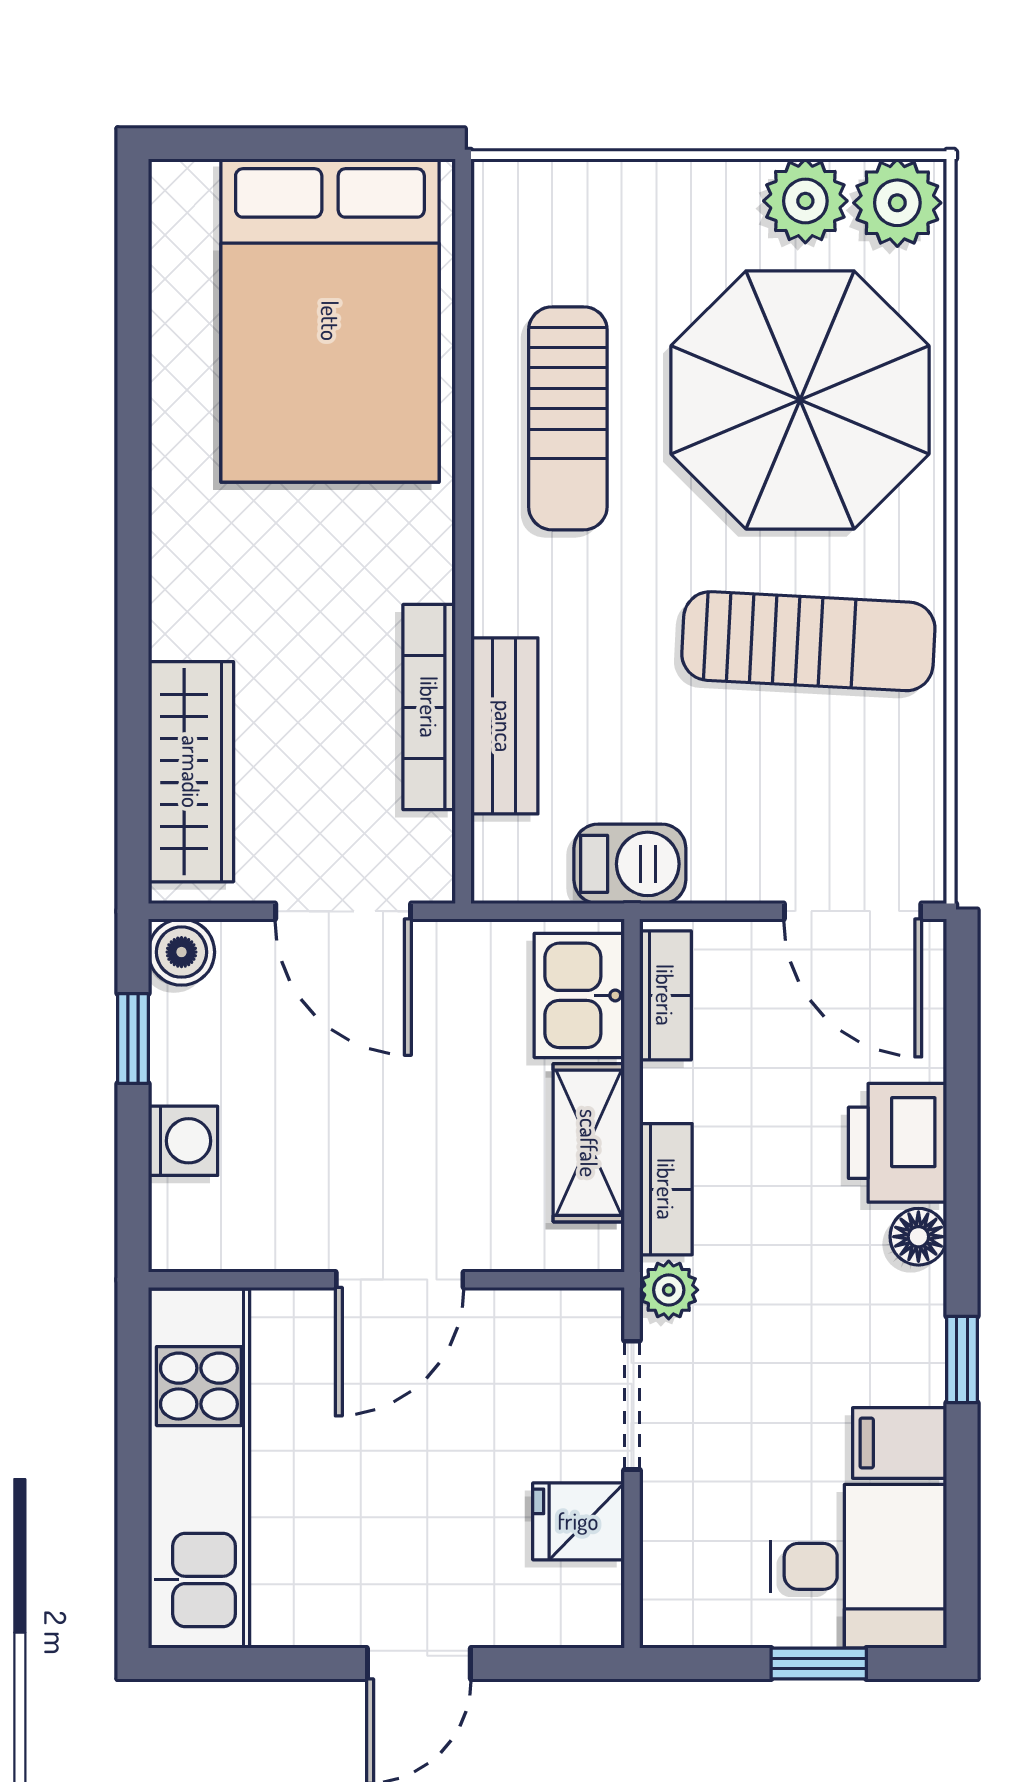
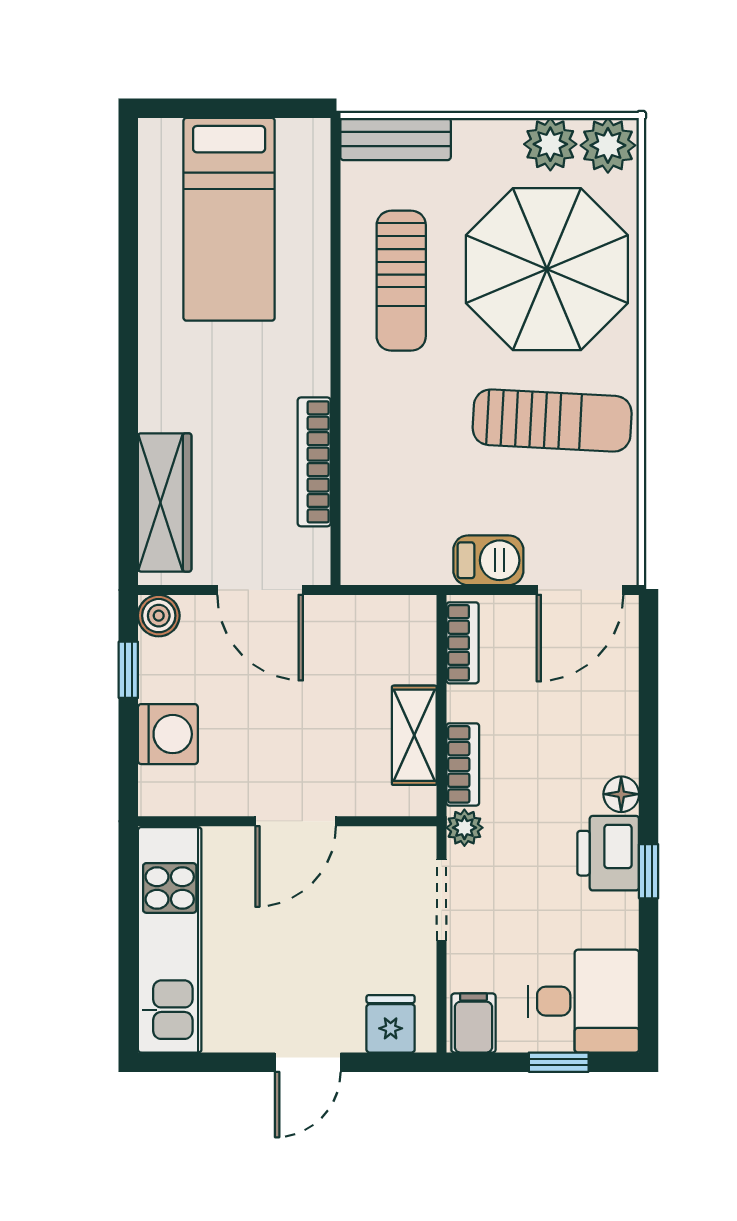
bed: (330, 321) -> (229, 219), width x0.67
bench: (504, 726) -> (396, 139), moved, turned 90
barbecue: (630, 864) -> (488, 560), moved
door: (853, 911) -> (580, 590), hinge flipped
kitchen sink: (579, 995) -> (408, 643), removed
washing machine: (183, 1141) -> (168, 734), width x1.38, depth x1.38
printer: (898, 1143) -> (608, 853), moved
filing cabinet: (900, 1443) -> (473, 1023), moved, turned 90
fridge: (578, 1521) -> (391, 1024), moved, turned 90

